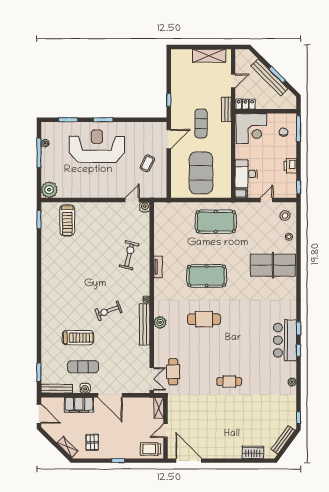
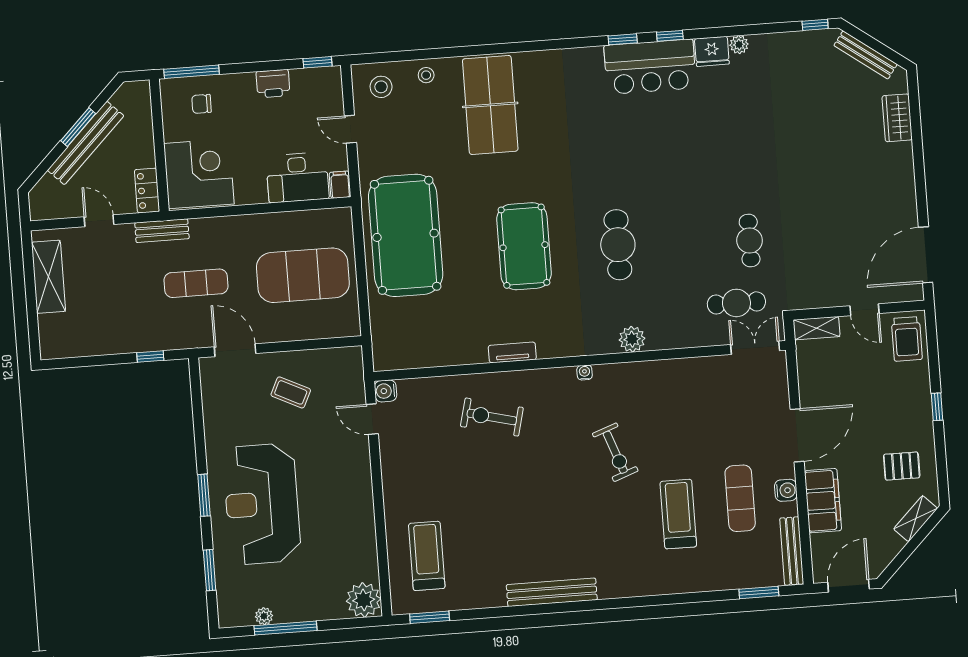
treadmill: (67, 220) -> (427, 556), turned -90
pool table: (216, 222) -> (406, 235), width x1.36, depth x1.32
bench: (145, 324) -> (552, 592), moved
fridge: (290, 369) -> (712, 51), added
cafe table: (229, 382) -> (750, 241), moved

